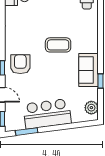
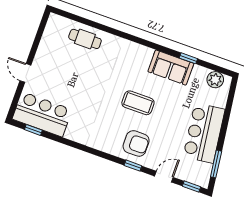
coffee table: (58, 45) -> (138, 103), moved, turned 90
armchair: (20, 64) -> (136, 143), turned 180

